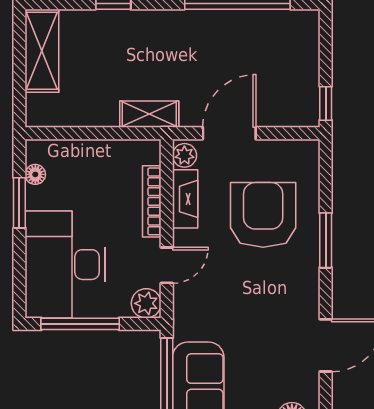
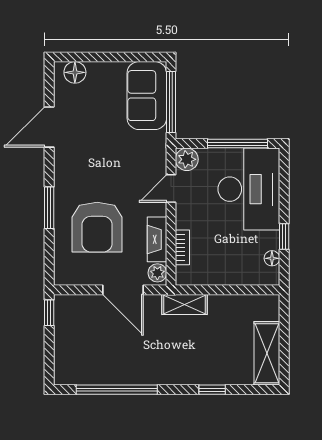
door: (229, 133) -> (123, 290), hinge flipped
bookcase: (152, 201) -> (182, 247), width x0.64
window: (19, 203) -> (284, 236), width x0.67

